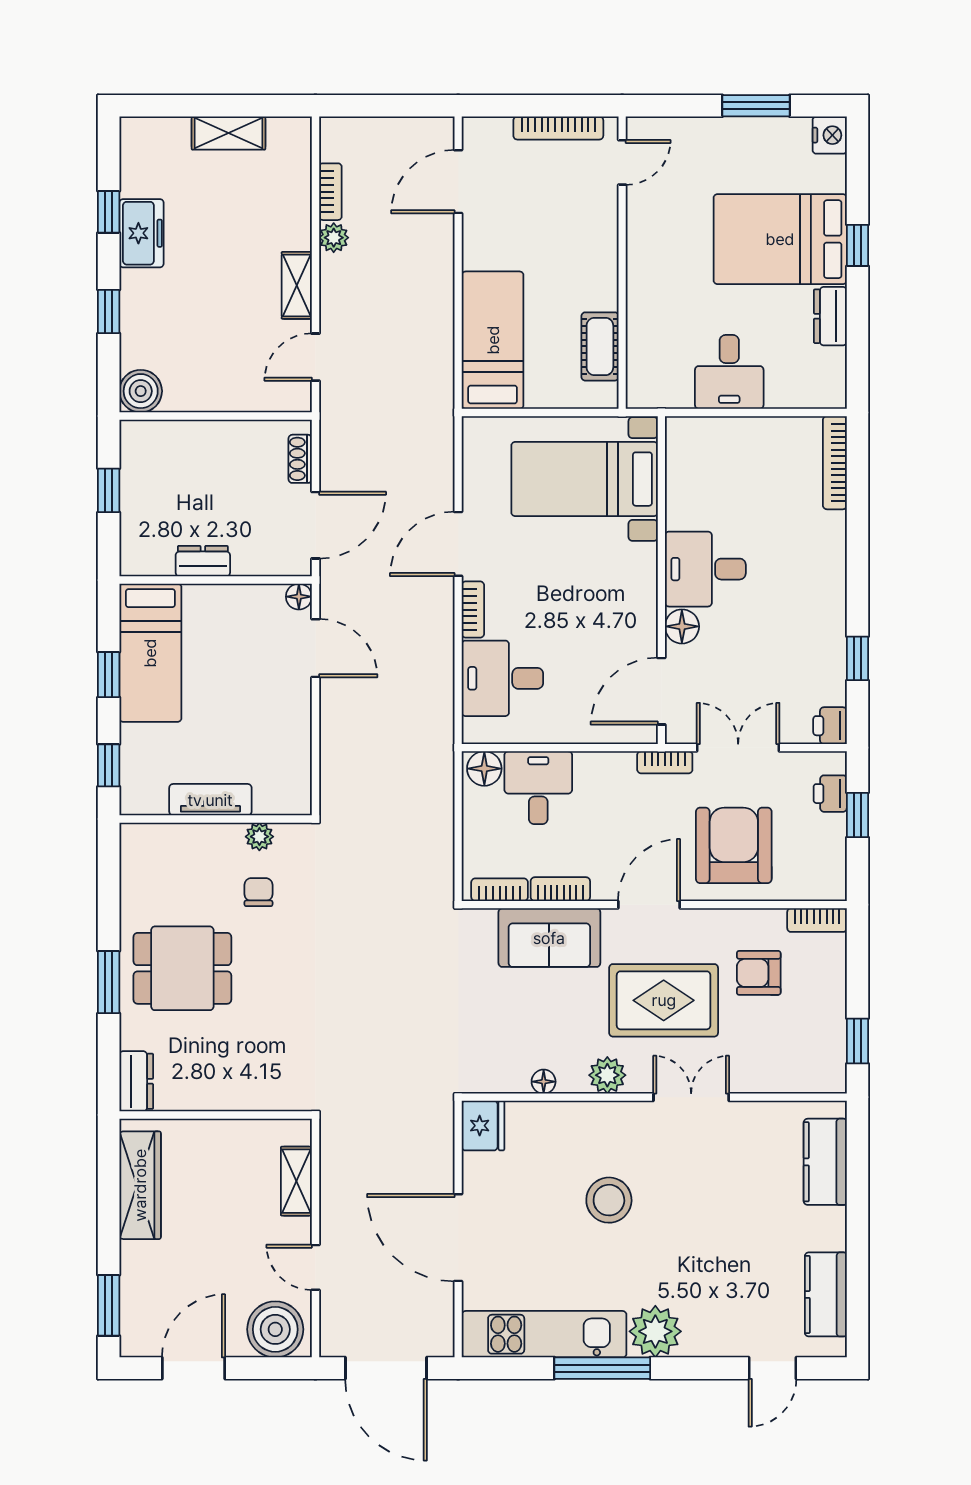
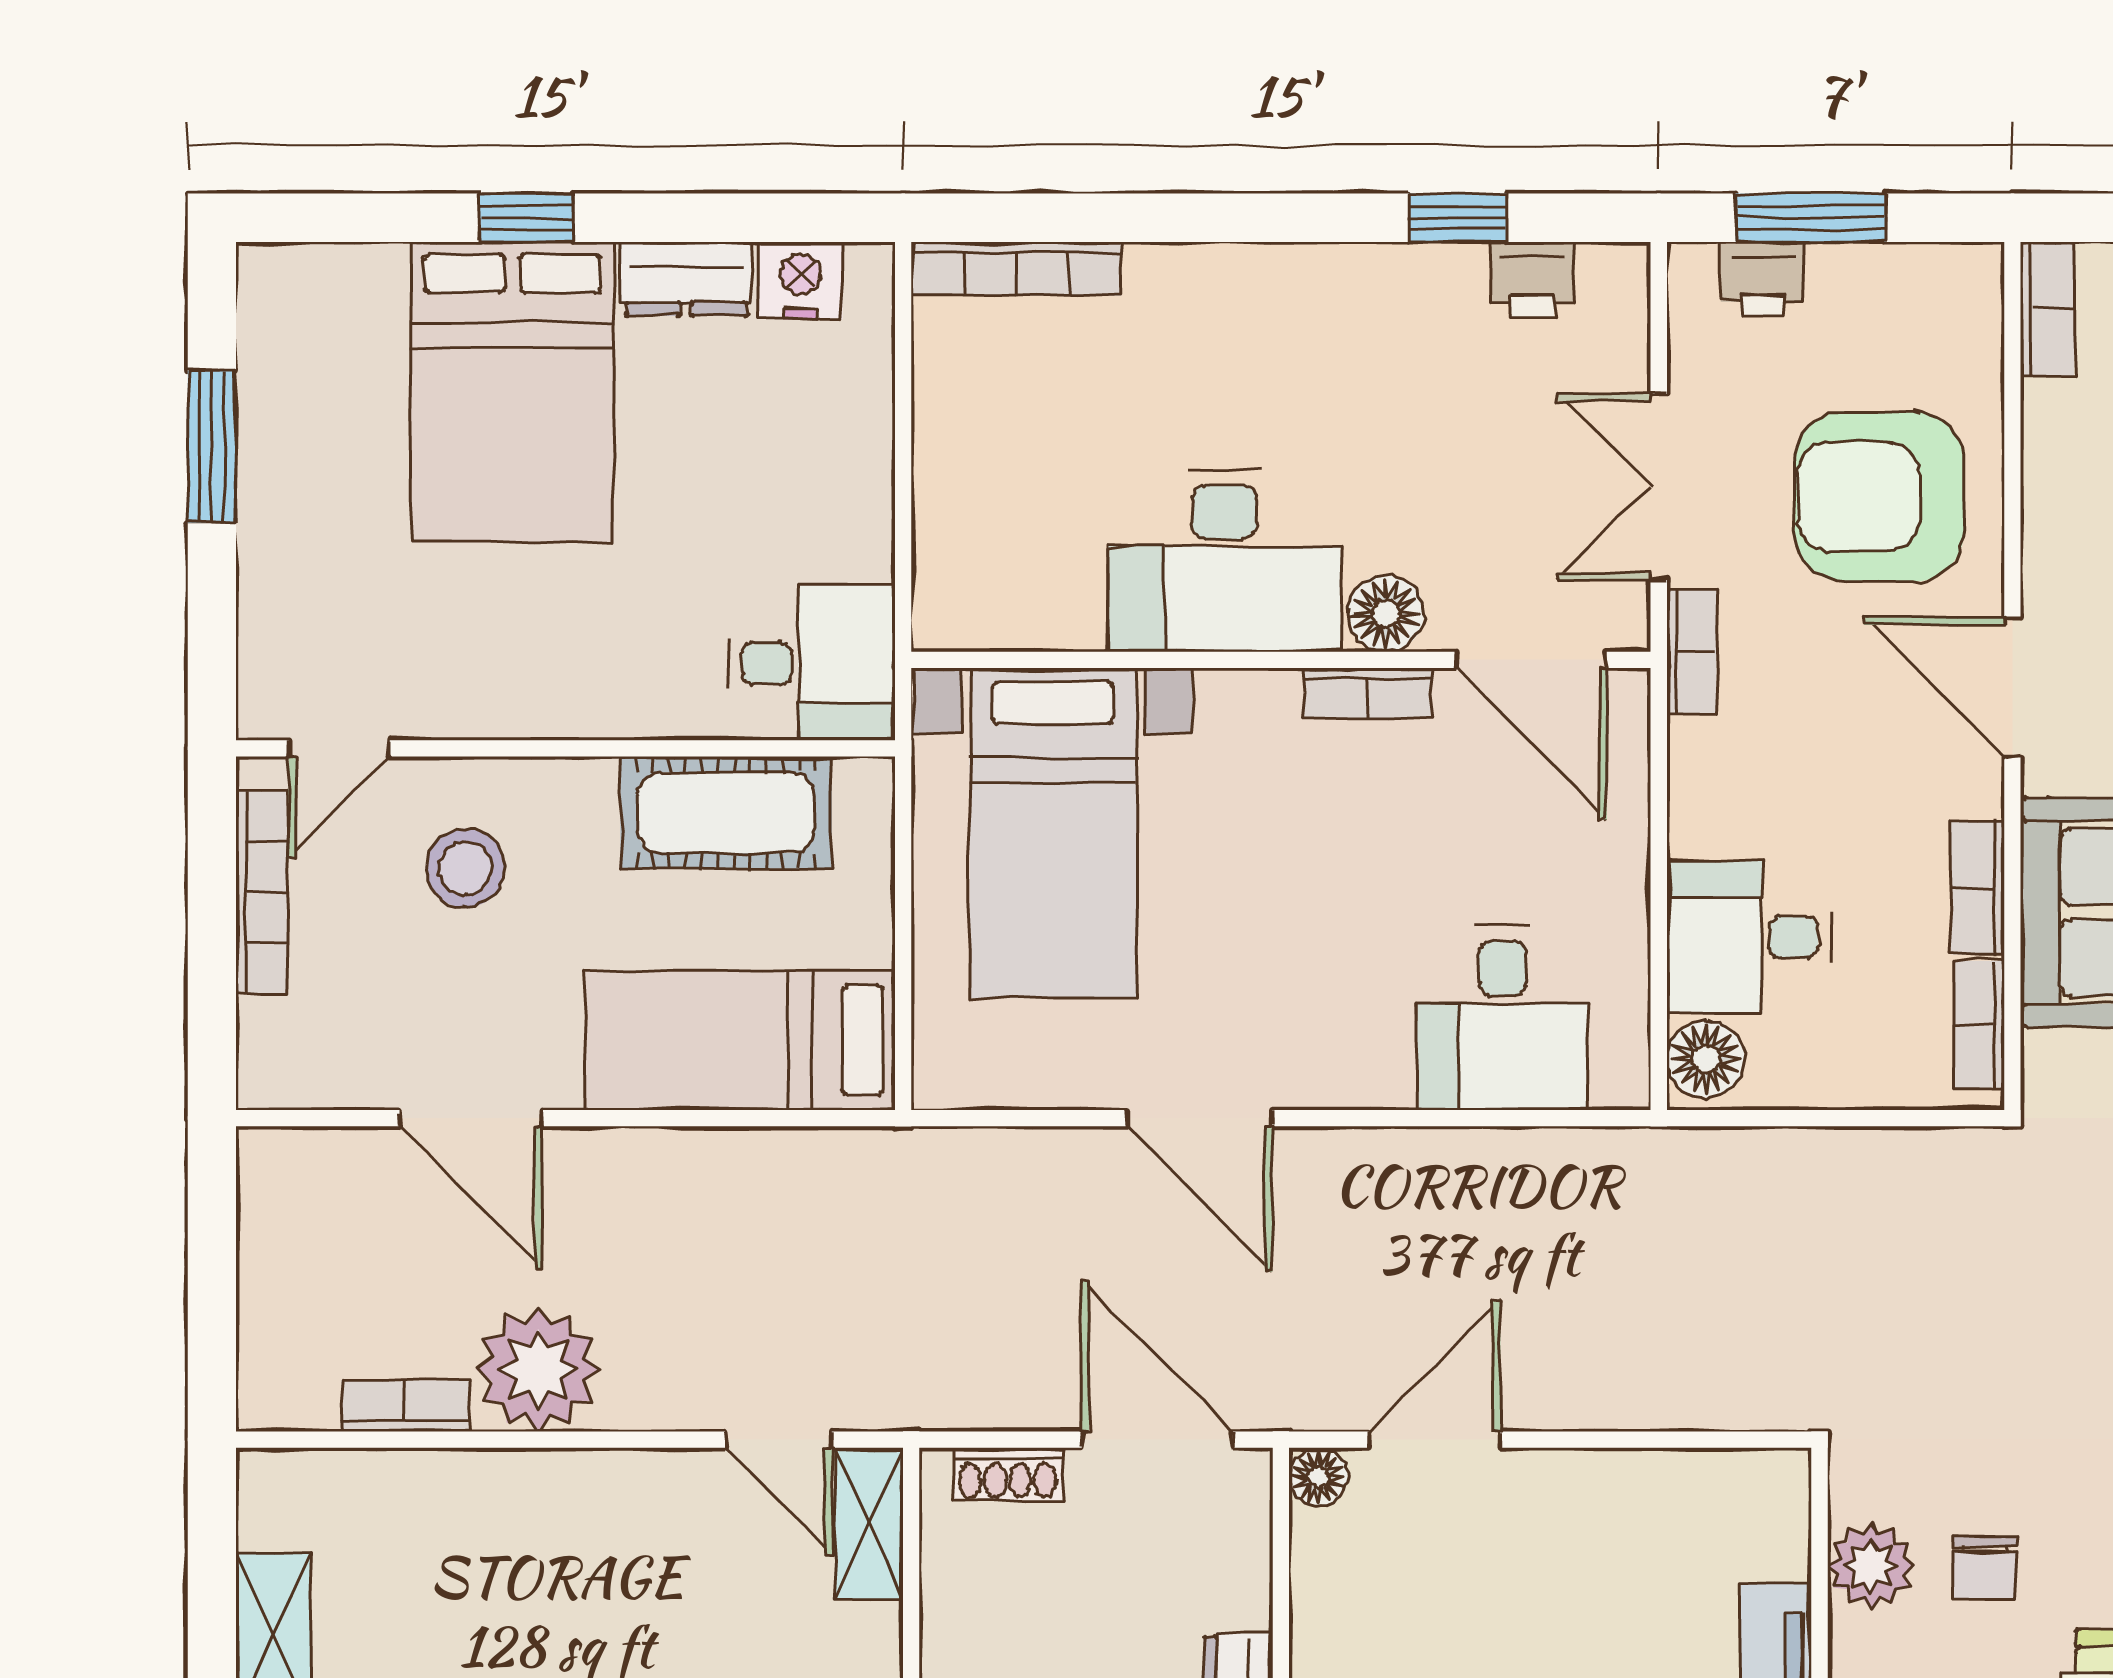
nightstand: (830, 135) -> (800, 280), moved
door: (622, 162) -> (339, 748), swing flipped
door: (458, 182) -> (471, 1118), moved
stool: (569, 218) -> (465, 868), added
plant: (334, 238) -> (538, 1369), width x1.88, depth x1.88
shelving: (297, 285) -> (869, 1523), moved, turned 90
cot: (600, 346) -> (726, 812), width x1.37, depth x1.34
desk: (729, 372) -> (812, 663), moved
desk: (705, 569) -> (1225, 561), width x1.37
bookcase: (473, 610) -> (1368, 693), moved, turned 180
printer: (830, 726) -> (1533, 280), moved
window: (857, 815) -> (1811, 218), width x1.50
plant: (259, 837) -> (1871, 1566), width x1.38, depth x1.38
chair: (258, 892) -> (1984, 1568), turned -90

